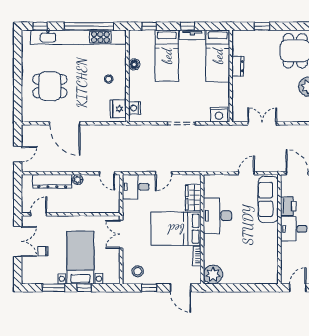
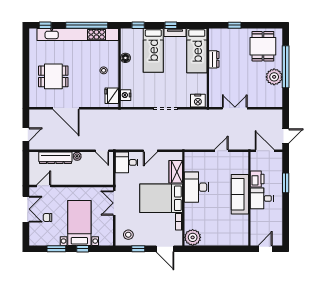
sofa: (268, 199) -> (240, 194), moved

